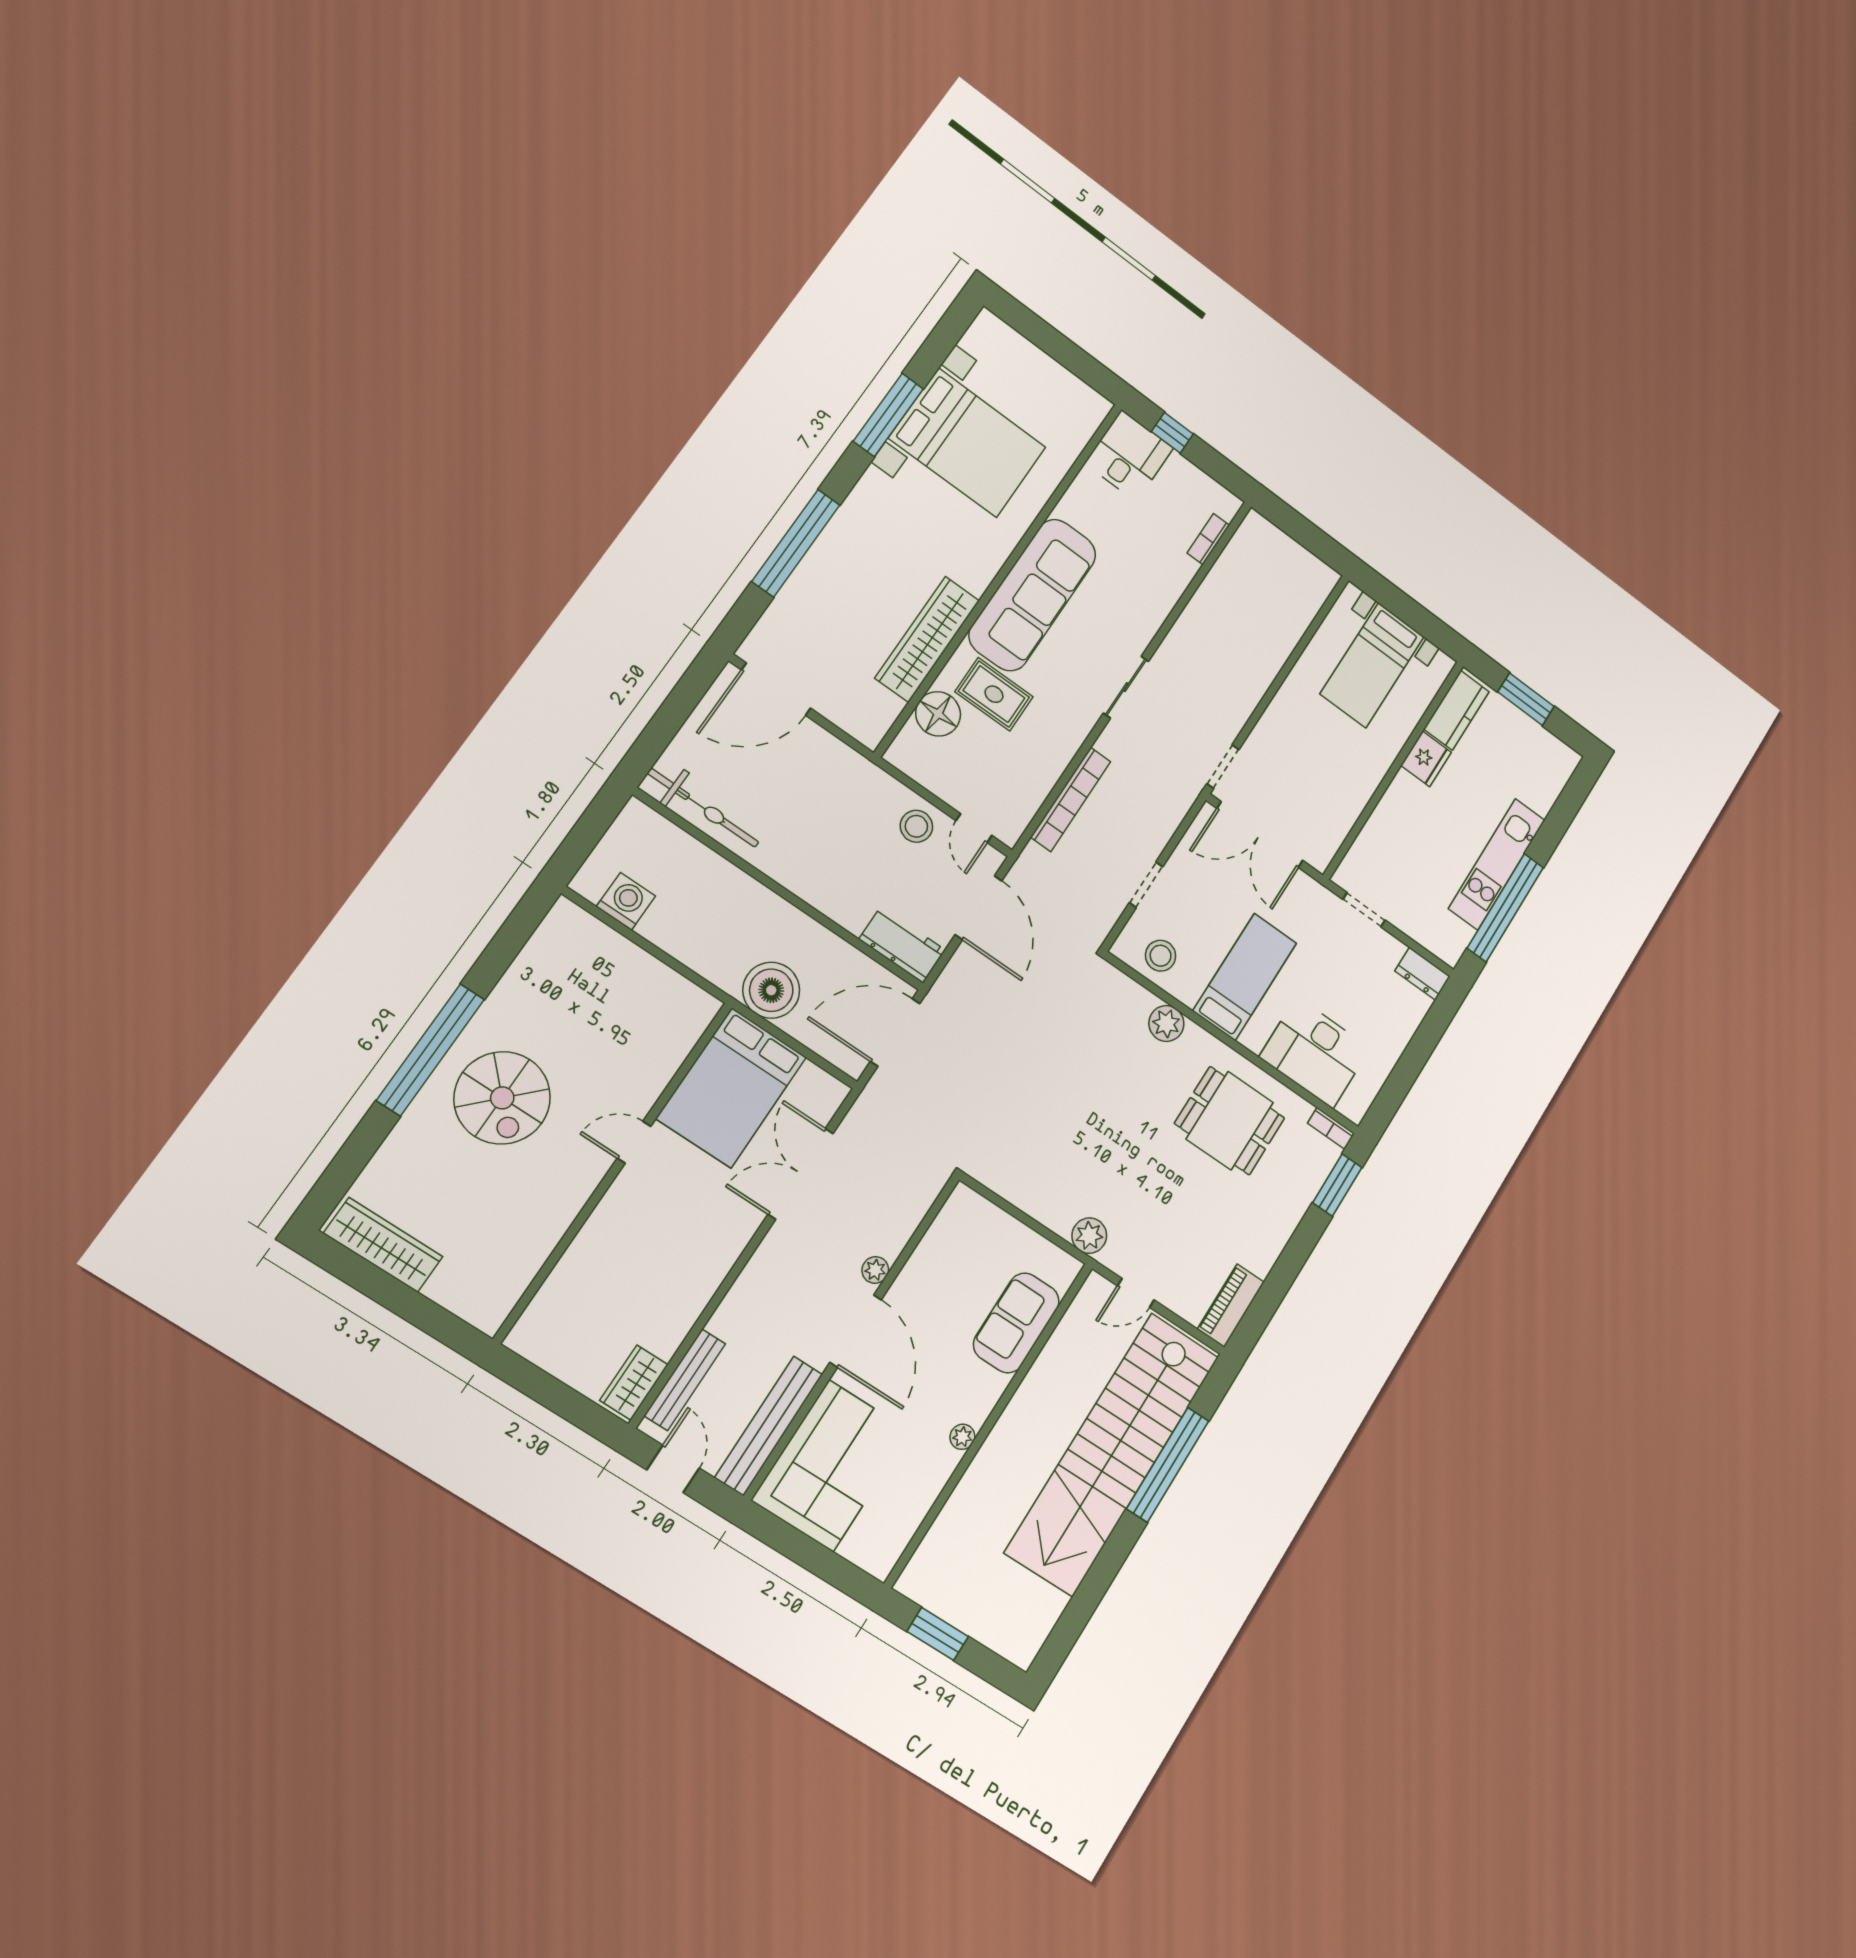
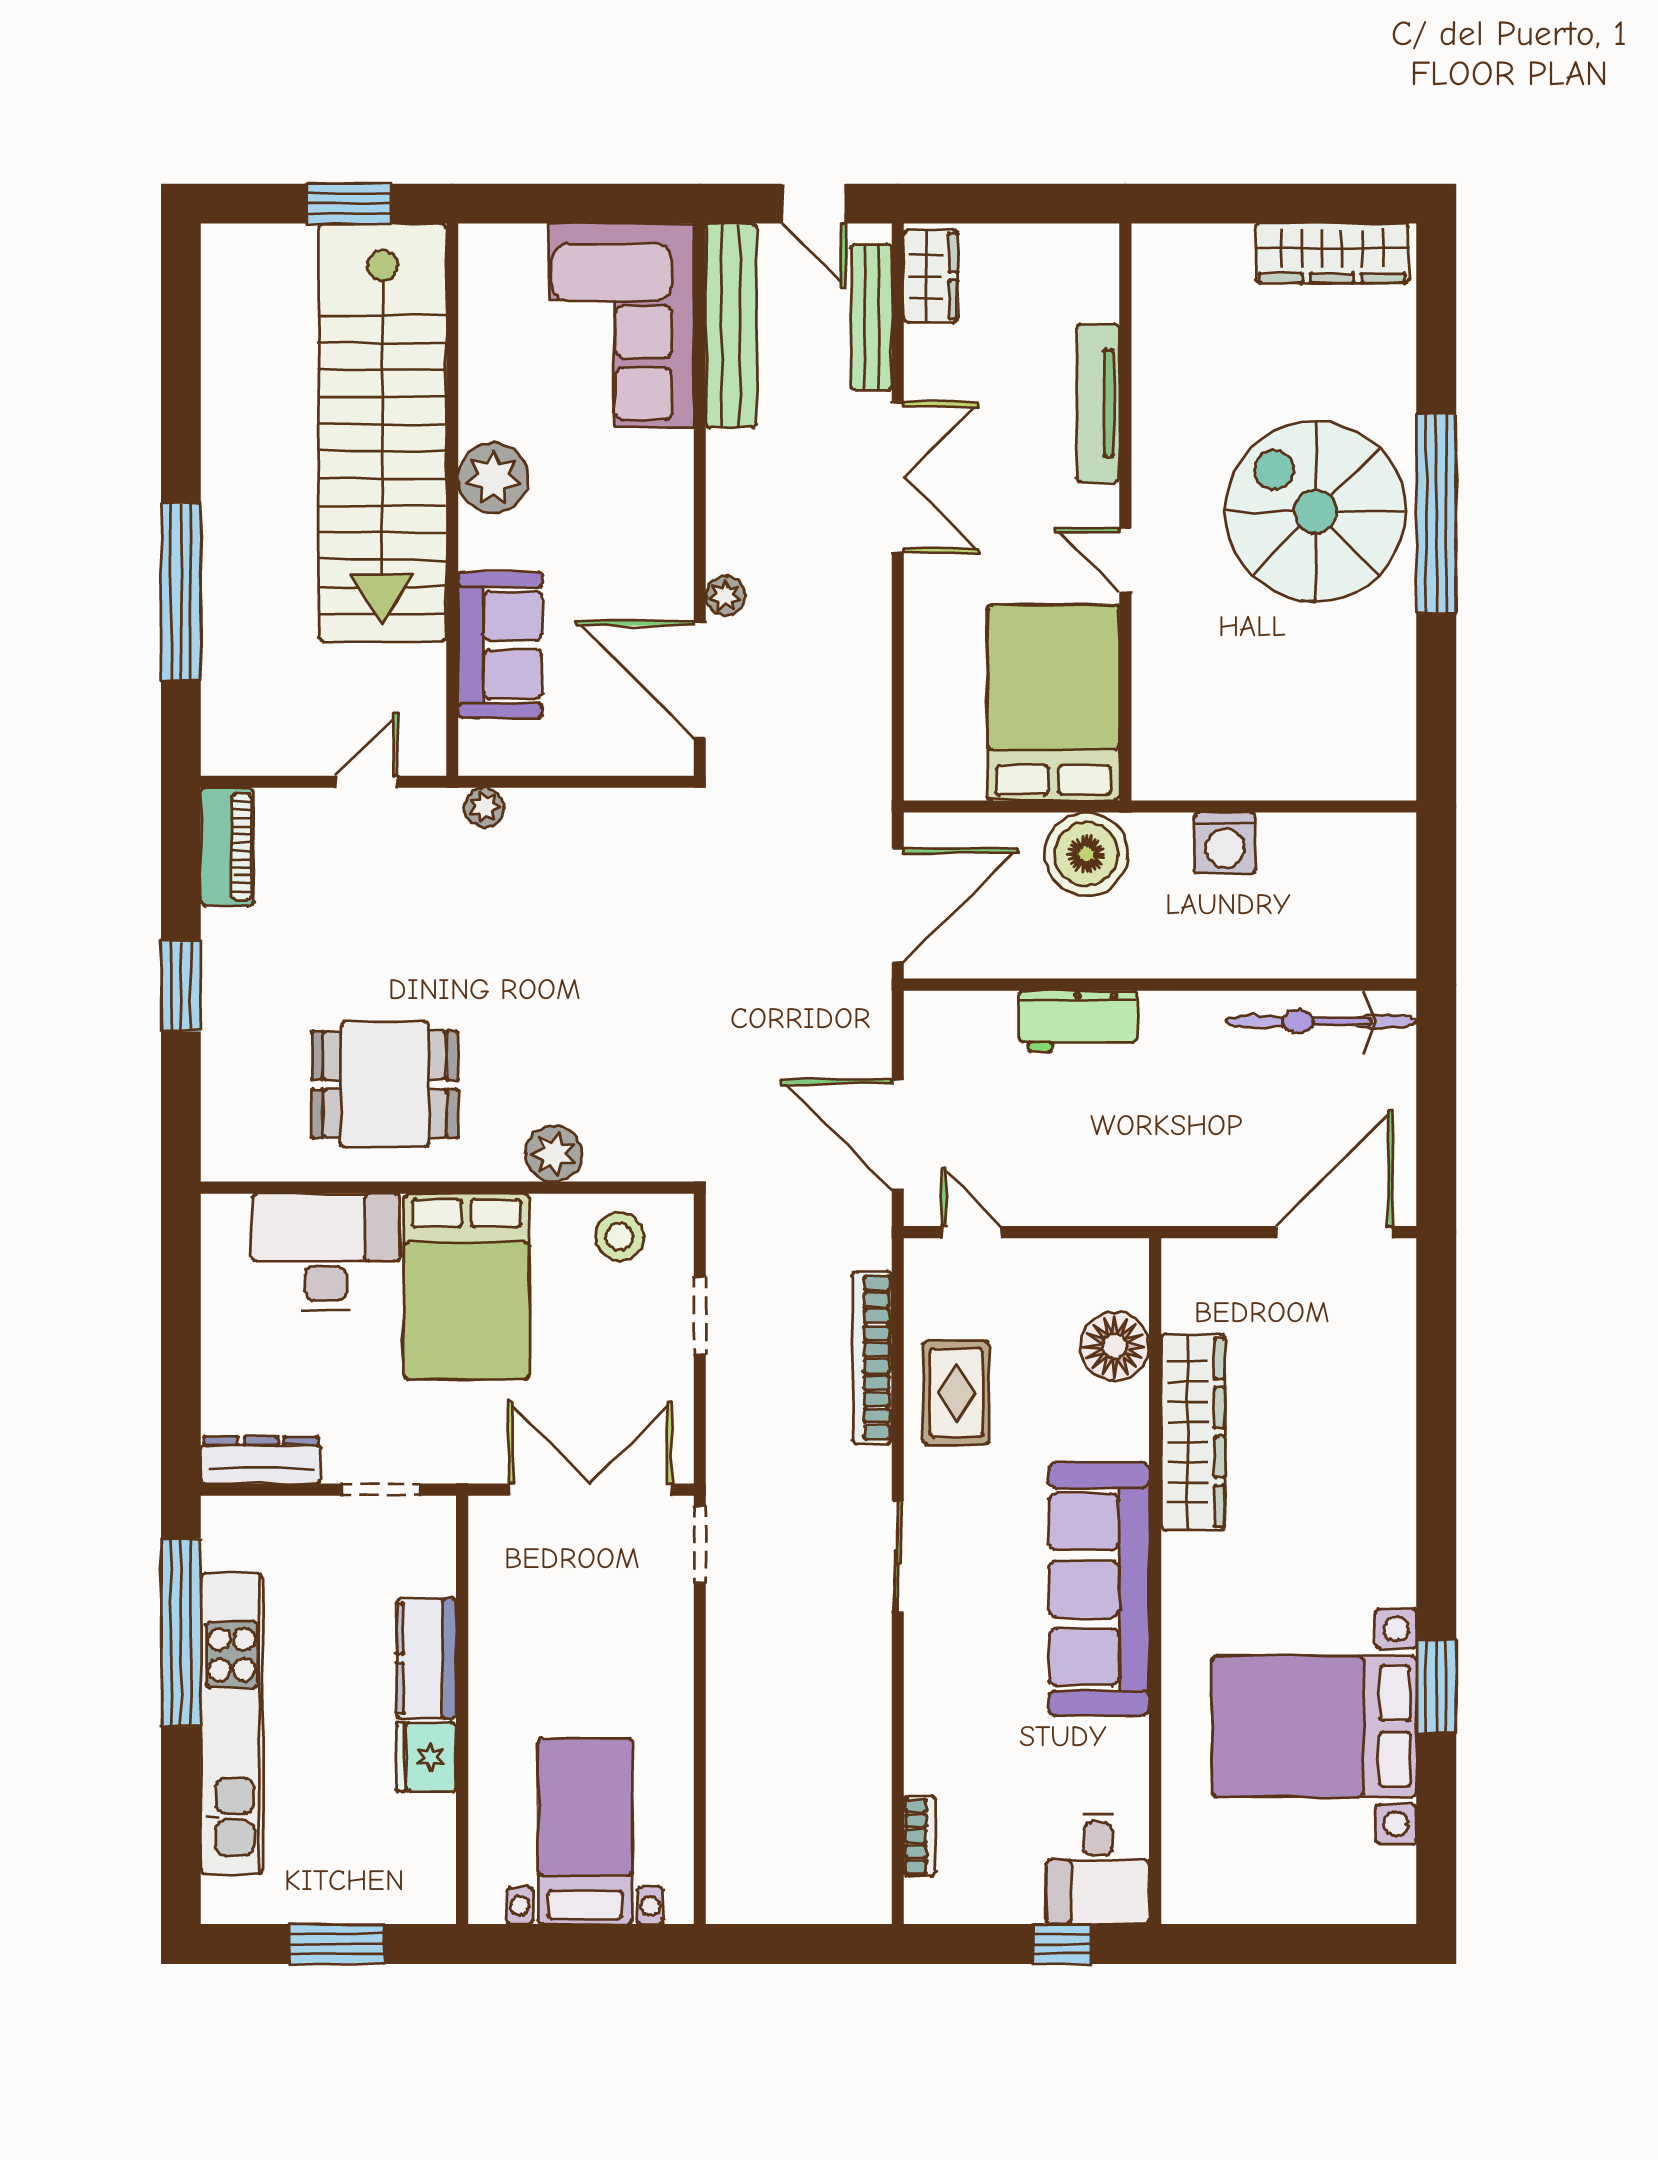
window: (888, 415) -> (1436, 1686), width x0.69
window: (796, 543) -> (1436, 1435), removed
rug: (994, 694) -> (956, 1393), moved, turned 90
kitchen counter: (1456, 710) -> (426, 1658), moved
stool: (916, 826) -> (1046, 1183), removed
kitchen unit: (1497, 864) -> (232, 1724), width x1.36
washing machine: (626, 901) -> (1225, 843), moved
workbench: (902, 945) -> (1078, 1021), moved
dresser: (1423, 974) -> (261, 1460), width x1.44
bed: (1245, 977) -> (467, 1286), width x1.50
spiral stairs: (502, 1098) -> (1316, 511), width x1.37, depth x1.37
bookcase: (1331, 1128) -> (238, 1167), removed
door: (634, 1142) -> (1125, 560), swing flipped
double door: (801, 1174) -> (898, 478), moved
window: (1337, 1185) -> (181, 986), moved
plant: (1089, 1236) -> (484, 807), width x0.73, depth x0.73
tv unit: (587, 1245) -> (1098, 403), added
door: (856, 1331) -> (700, 680), moved
plant: (962, 1437) -> (493, 478), width x1.88, depth x1.88
stairs: (1113, 1454) -> (382, 432), moved, turned 180

